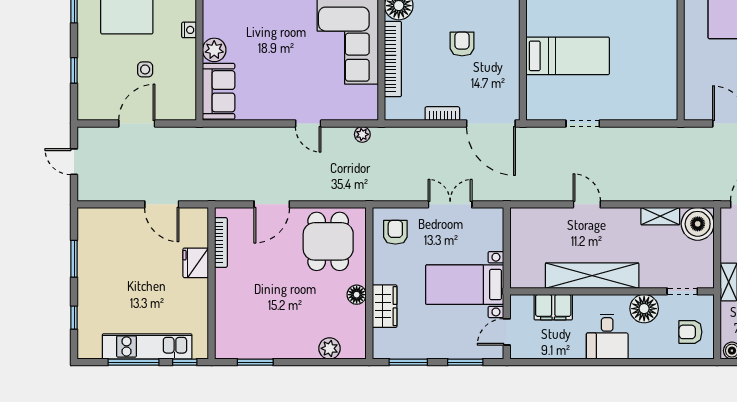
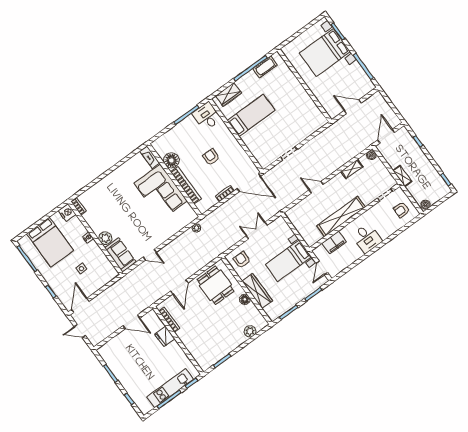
bed: (568, 56) -> (251, 115), moved
door: (137, 124) -> (80, 305), moved
door: (308, 124) -> (150, 255), moved
boiler: (698, 224) -> (371, 155), width x0.54, depth x0.54
wardrobe: (385, 306) -> (257, 291), width x1.50
floor lamp: (644, 309) -> (374, 214), removed

